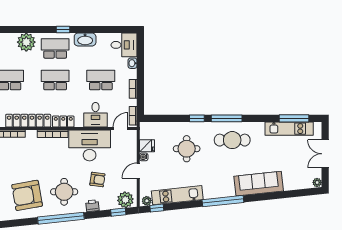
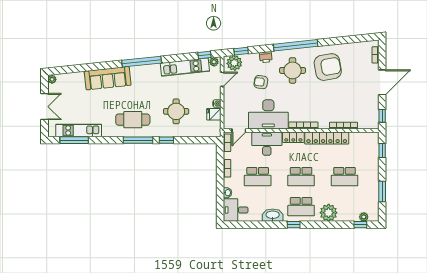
desk: (95, 115) -> (267, 144), width x1.37
door: (138, 171) -> (222, 79), moved

